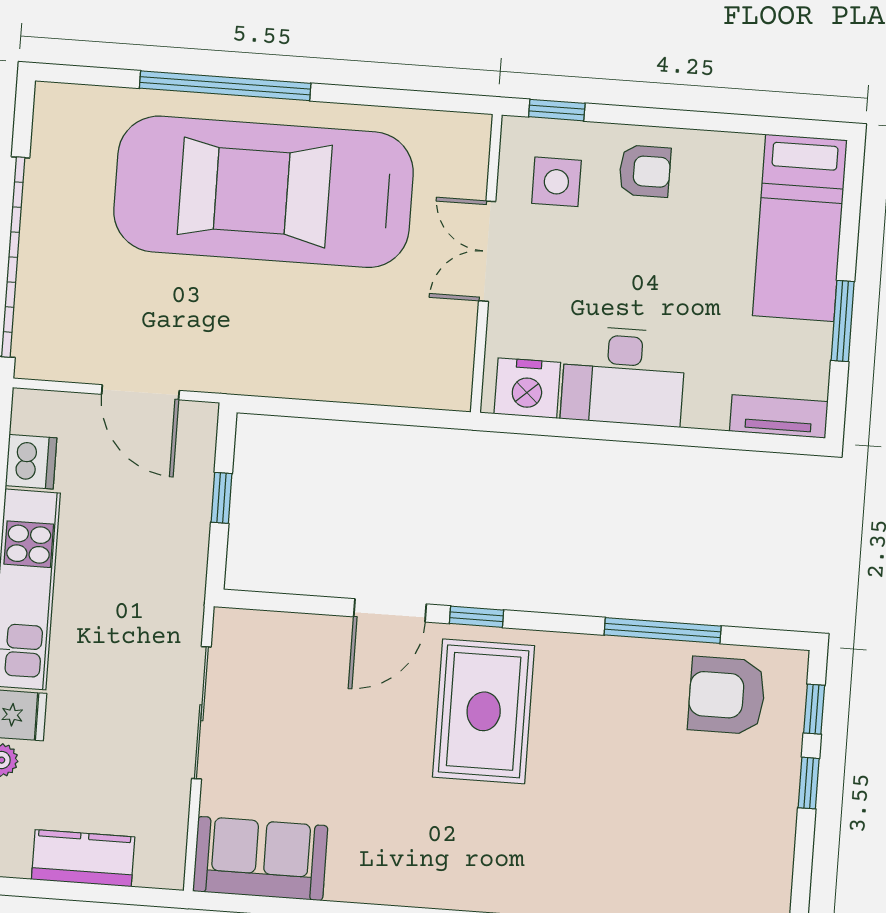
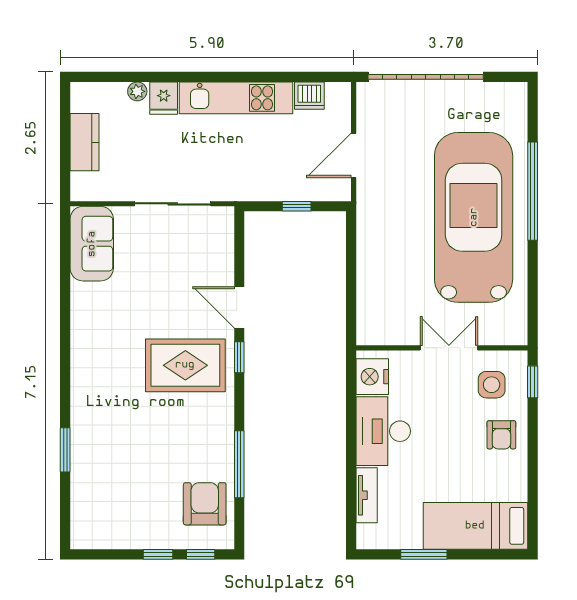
tv unit: (779, 416) -> (367, 495), moved

